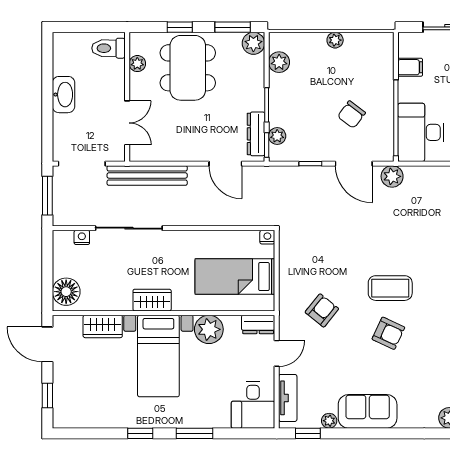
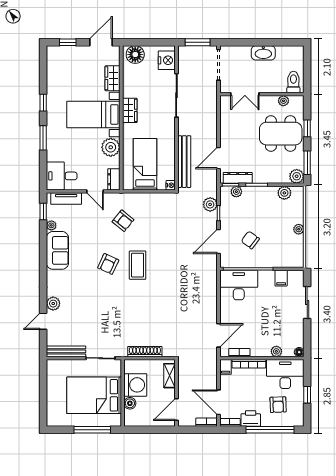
bench: (147, 175) -> (184, 162), moved
plant: (392, 176) -> (210, 204), moved
nightstand: (82, 237) -> (167, 60), width x1.89, depth x1.79

